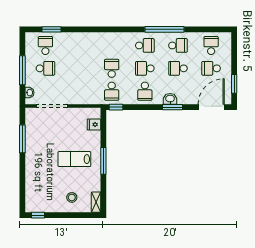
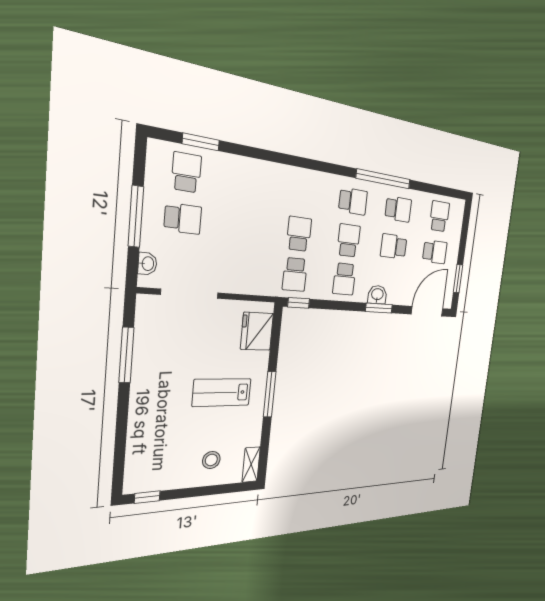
school desk: (145, 68) -> (349, 240), turned 90
school desk: (211, 68) -> (435, 252), turned 180
fridge: (94, 125) -> (257, 331), width x1.88, depth x1.34

